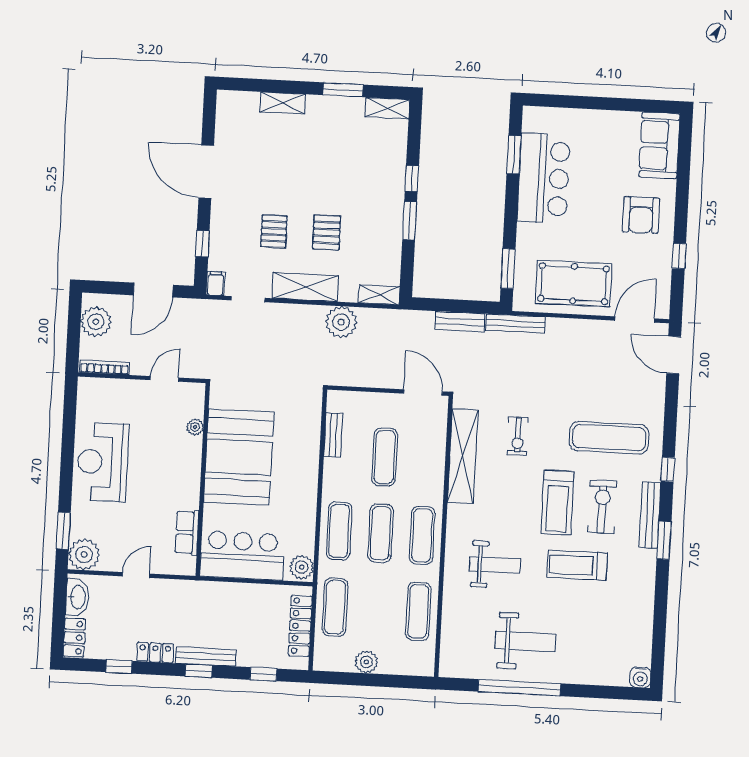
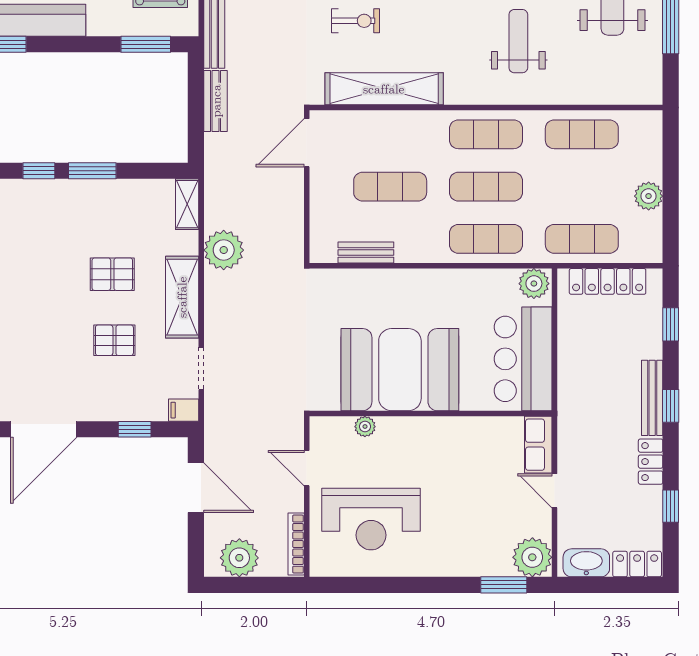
reception desk: (103, 462) -> (371, 519), moved
row of seats: (187, 533) -> (538, 445), moved, turned 90

